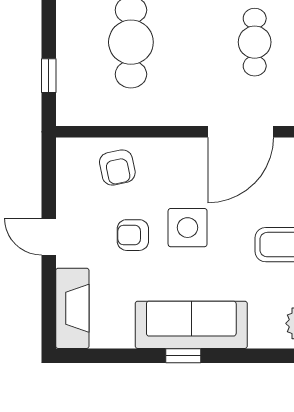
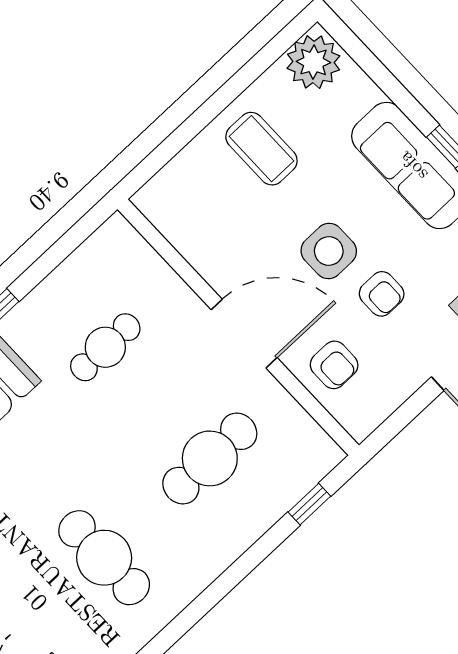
door: (241, 132) -> (244, 334), moved
armchair: (117, 167) -> (334, 365), turned 102

